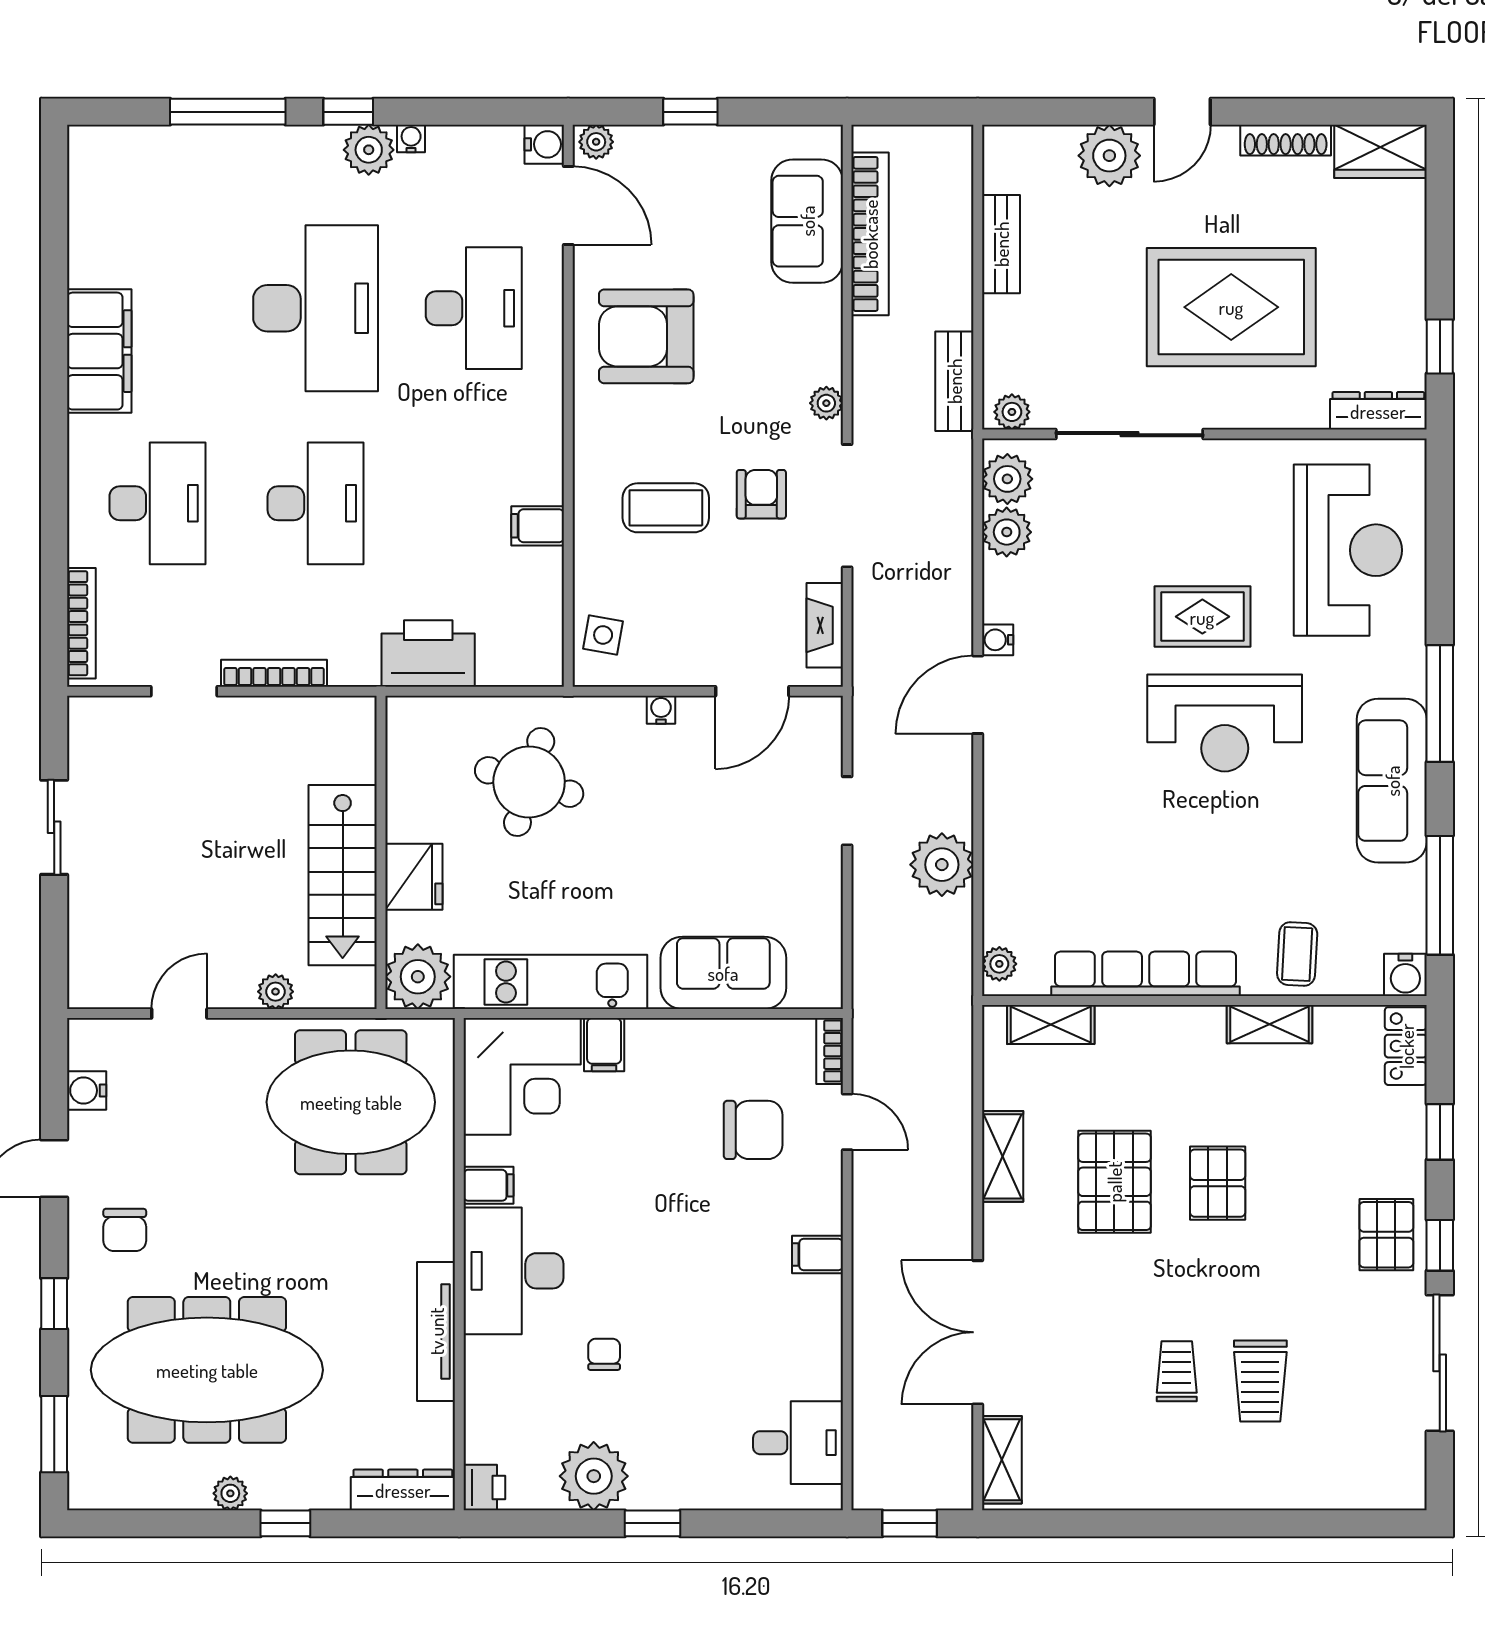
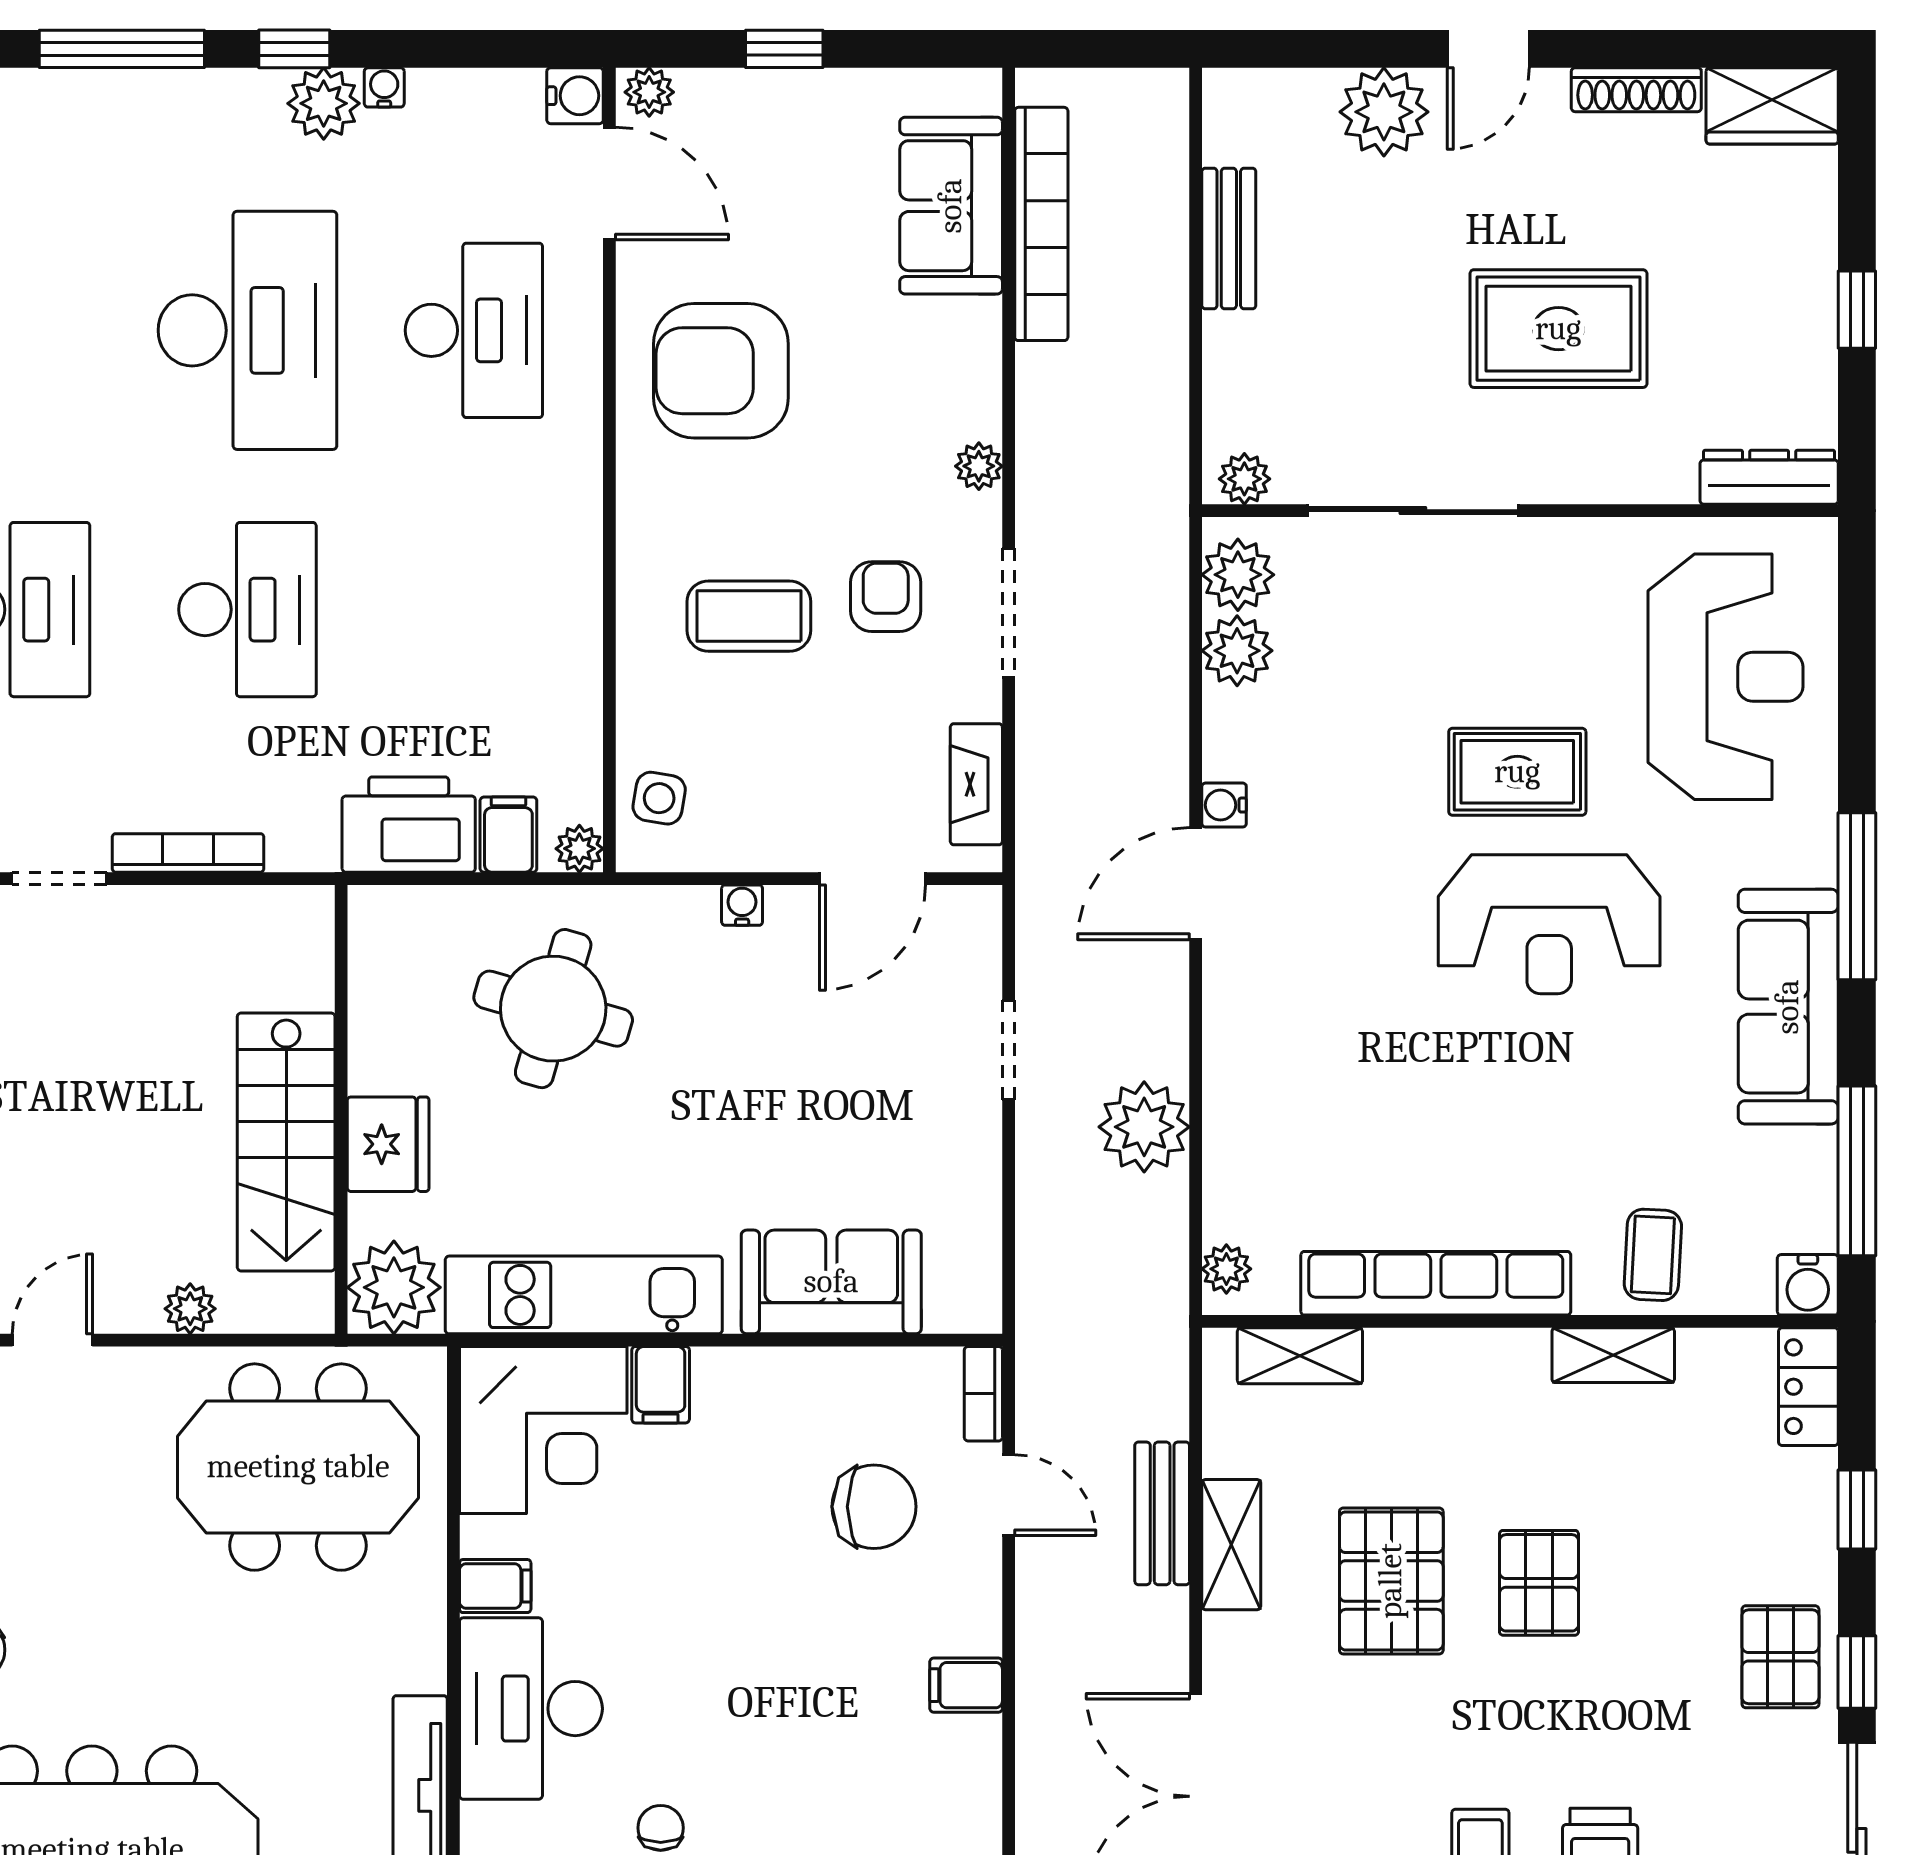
rug: (1231, 307) -> (1558, 329), width x0.73, depth x0.69
window: (1440, 346) -> (1857, 310), moved
bench: (954, 381) -> (1162, 1513), moved
doorway: (847, 506) -> (1009, 613), width x0.73
filing cabinet: (538, 526) -> (508, 835), moved, turned 90
plant: (547, 670) -> (579, 849), added

